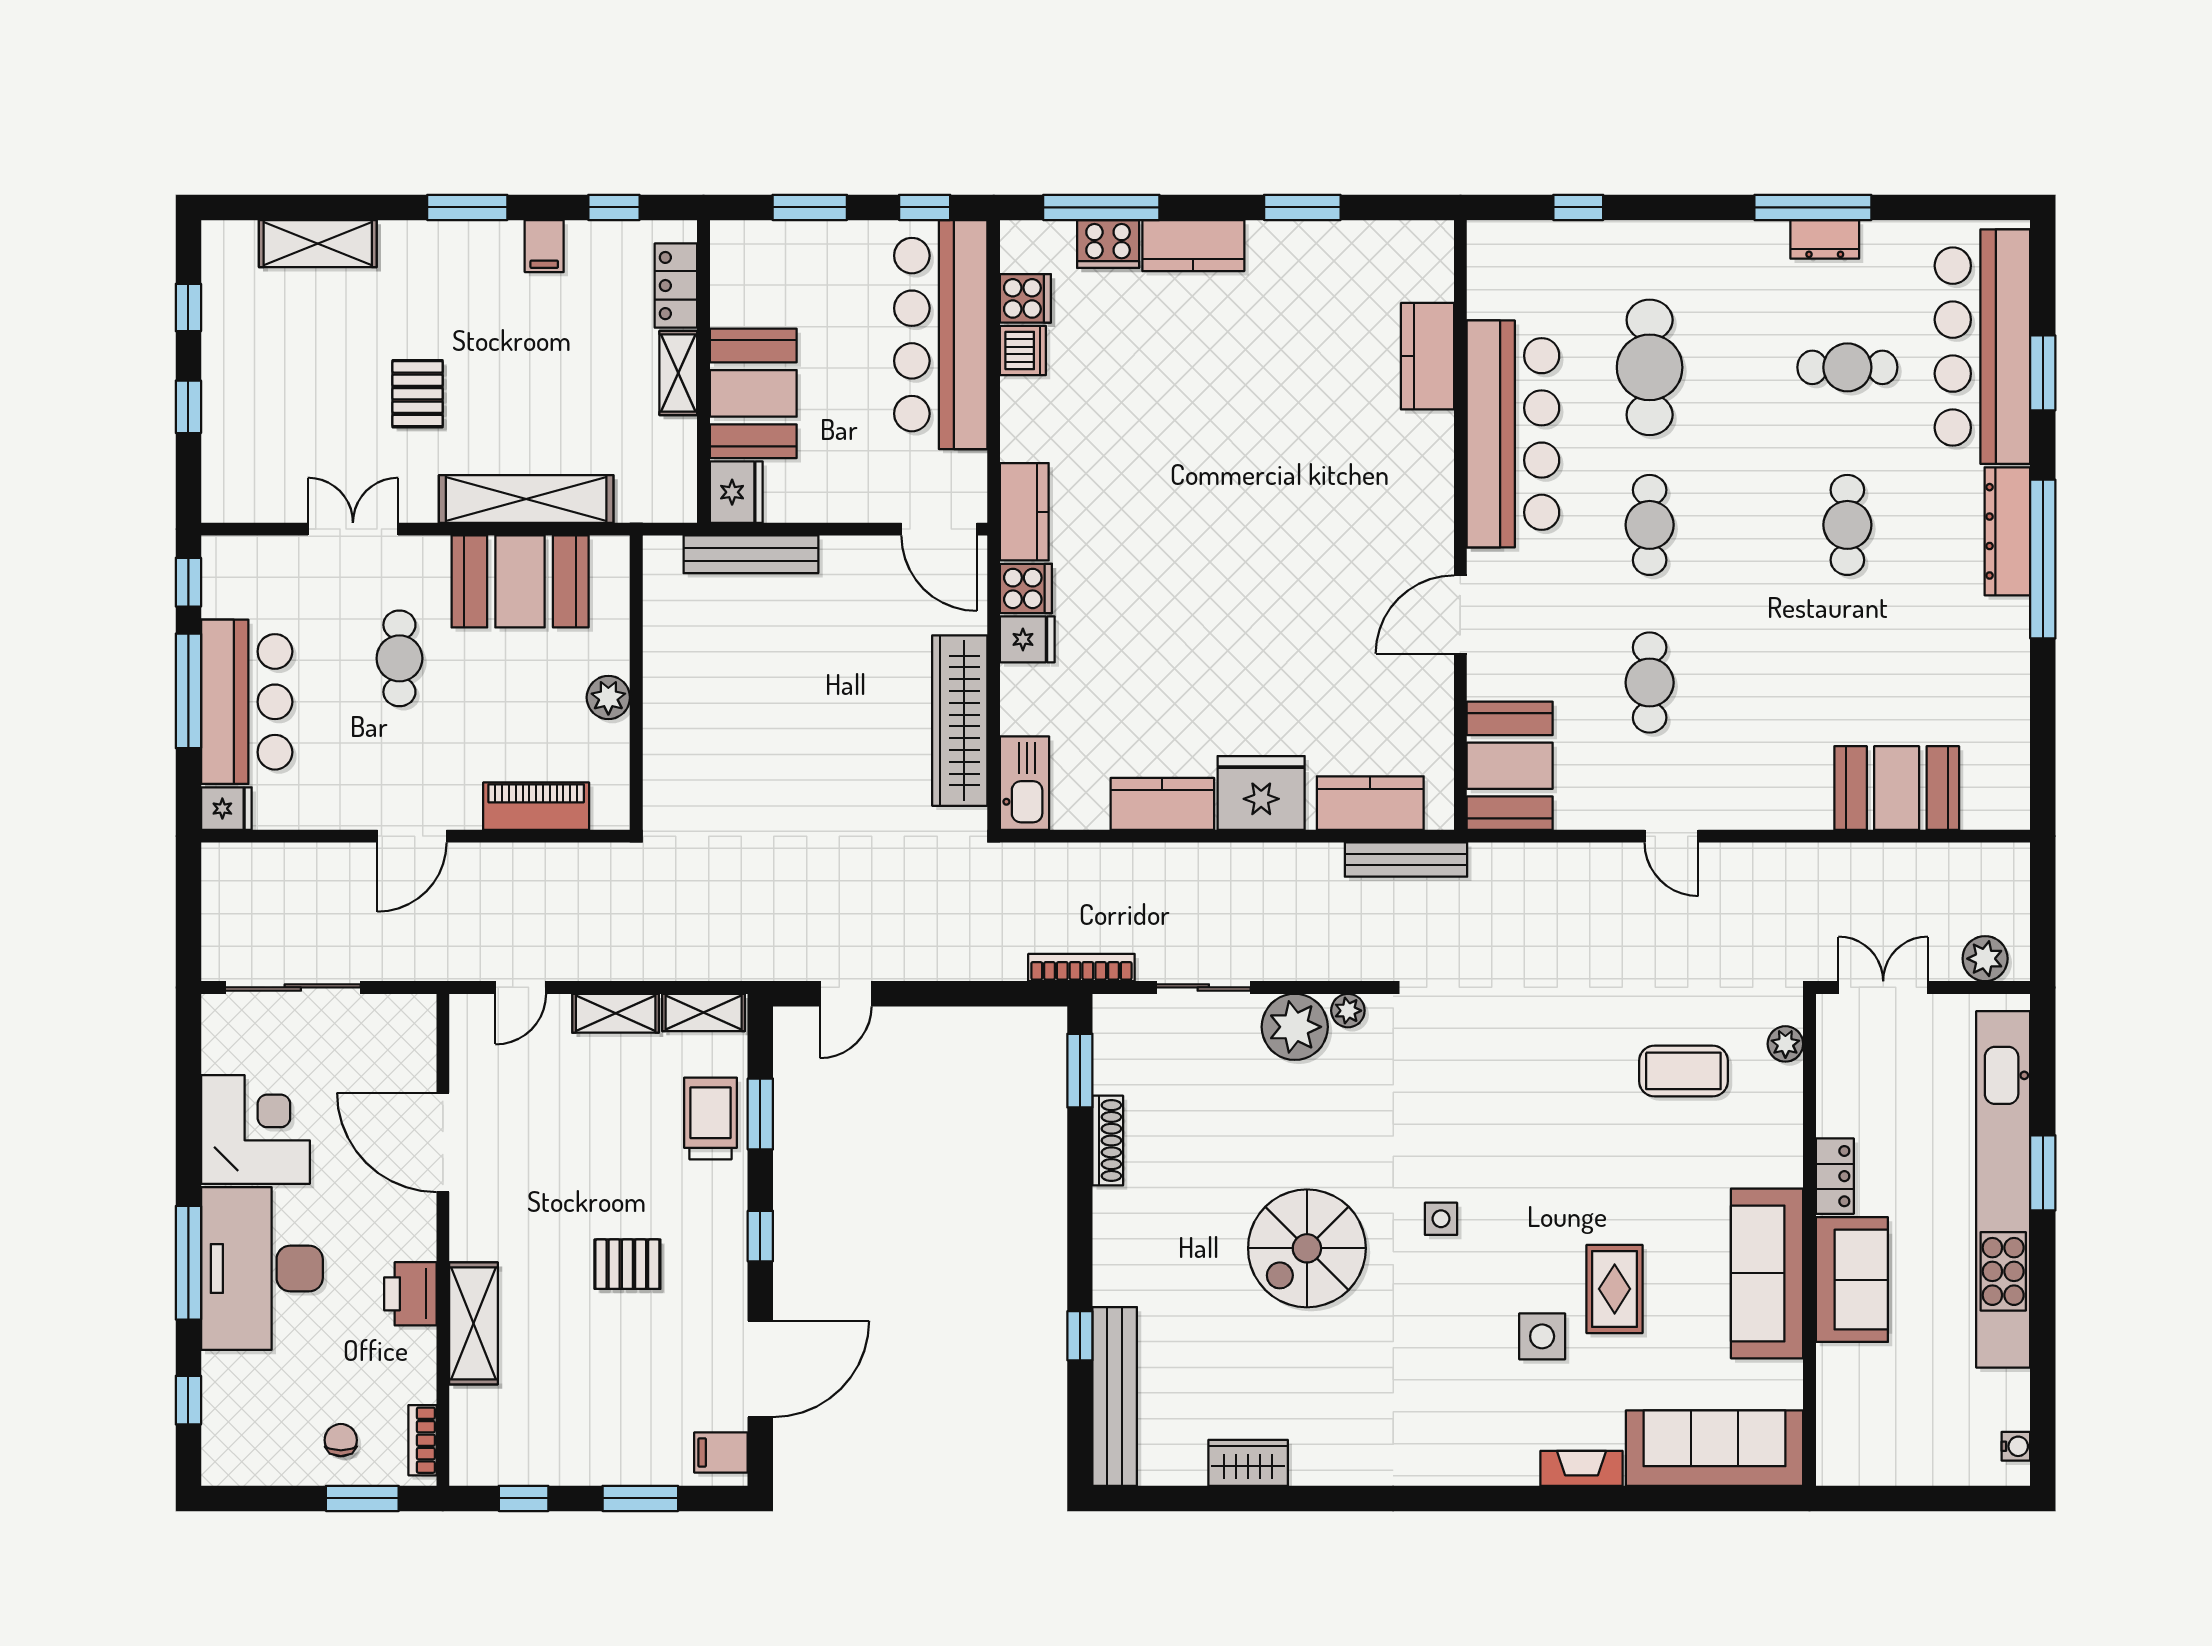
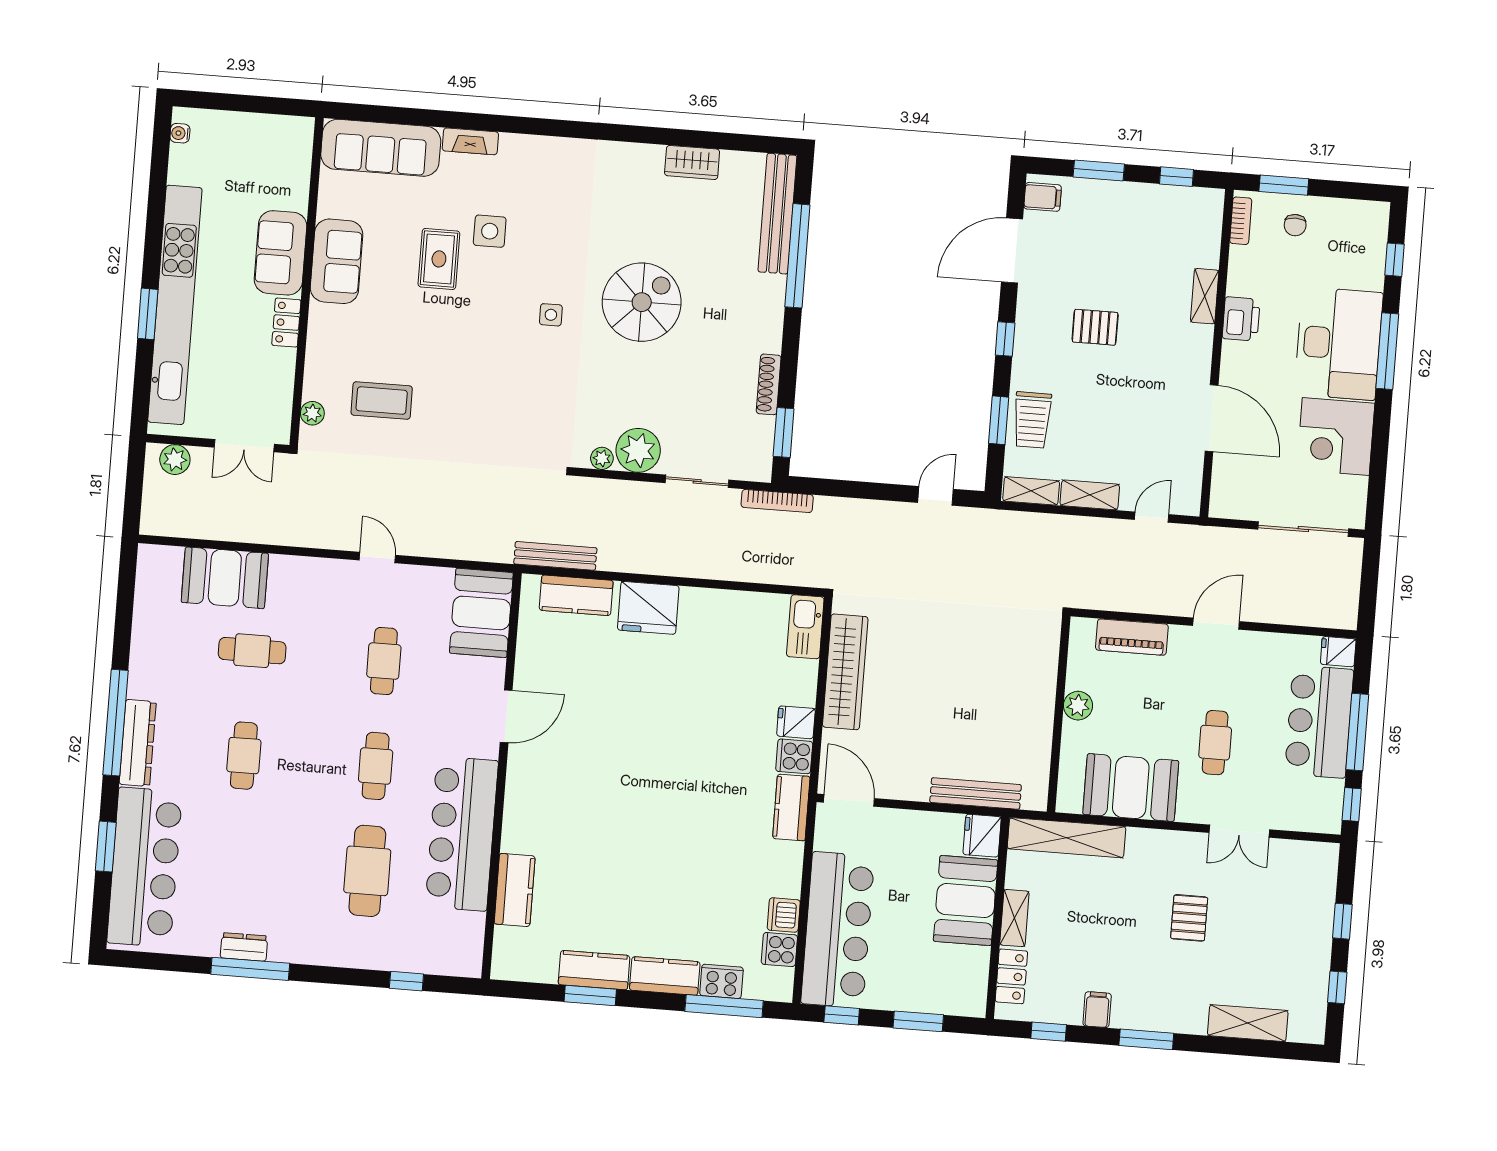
cafe table: (1847, 367) -> (252, 651), moved
shelving: (526, 499) -> (1067, 838), moved
kitchen counter: (1162, 804) -> (594, 970), moved, turned 180
sofa: (1767, 1273) -> (337, 261), width x0.73
shelving: (474, 1323) -> (1205, 296), width x0.67, depth x0.75
window: (1080, 1336) -> (797, 256), width x3.17

